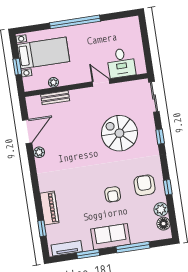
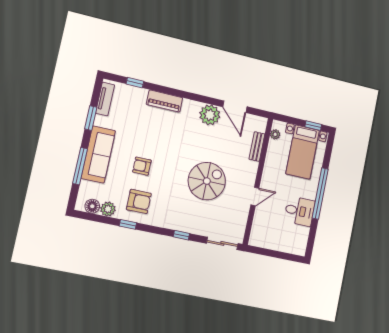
desk: (121, 63) -> (300, 211), moved, turned 180
window: (17, 67) -> (313, 126), moved
plant: (53, 82) -> (275, 134), moved
spiral stairs: (119, 133) -> (207, 181), moved
plant: (39, 152) -> (210, 115), width x1.87, depth x1.87
piano: (49, 208) -> (165, 101), moved
sofa: (111, 237) -> (98, 154), width x1.36

